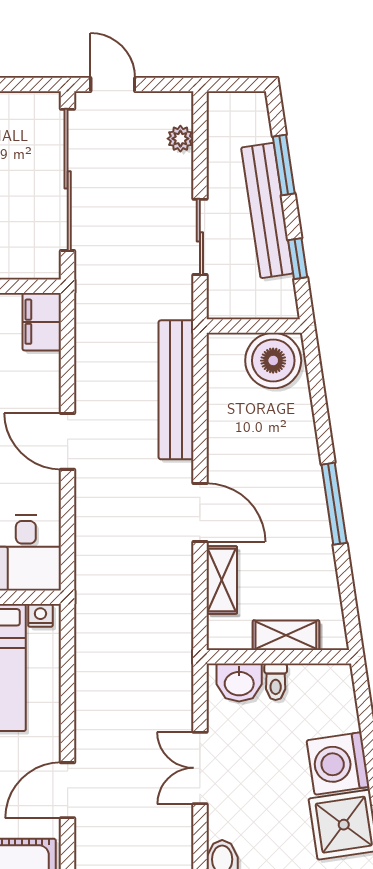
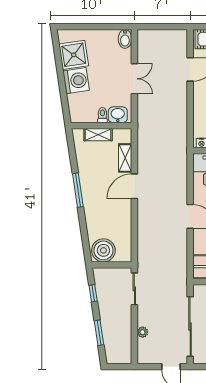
plant: (180, 139) -> (143, 332), moved
bench: (267, 210) -> (106, 314), removed
sliding door: (200, 237) -> (134, 289), moved
bench: (176, 390) -> (144, 238), removed
door: (200, 513) -> (134, 186), hinge flipped

